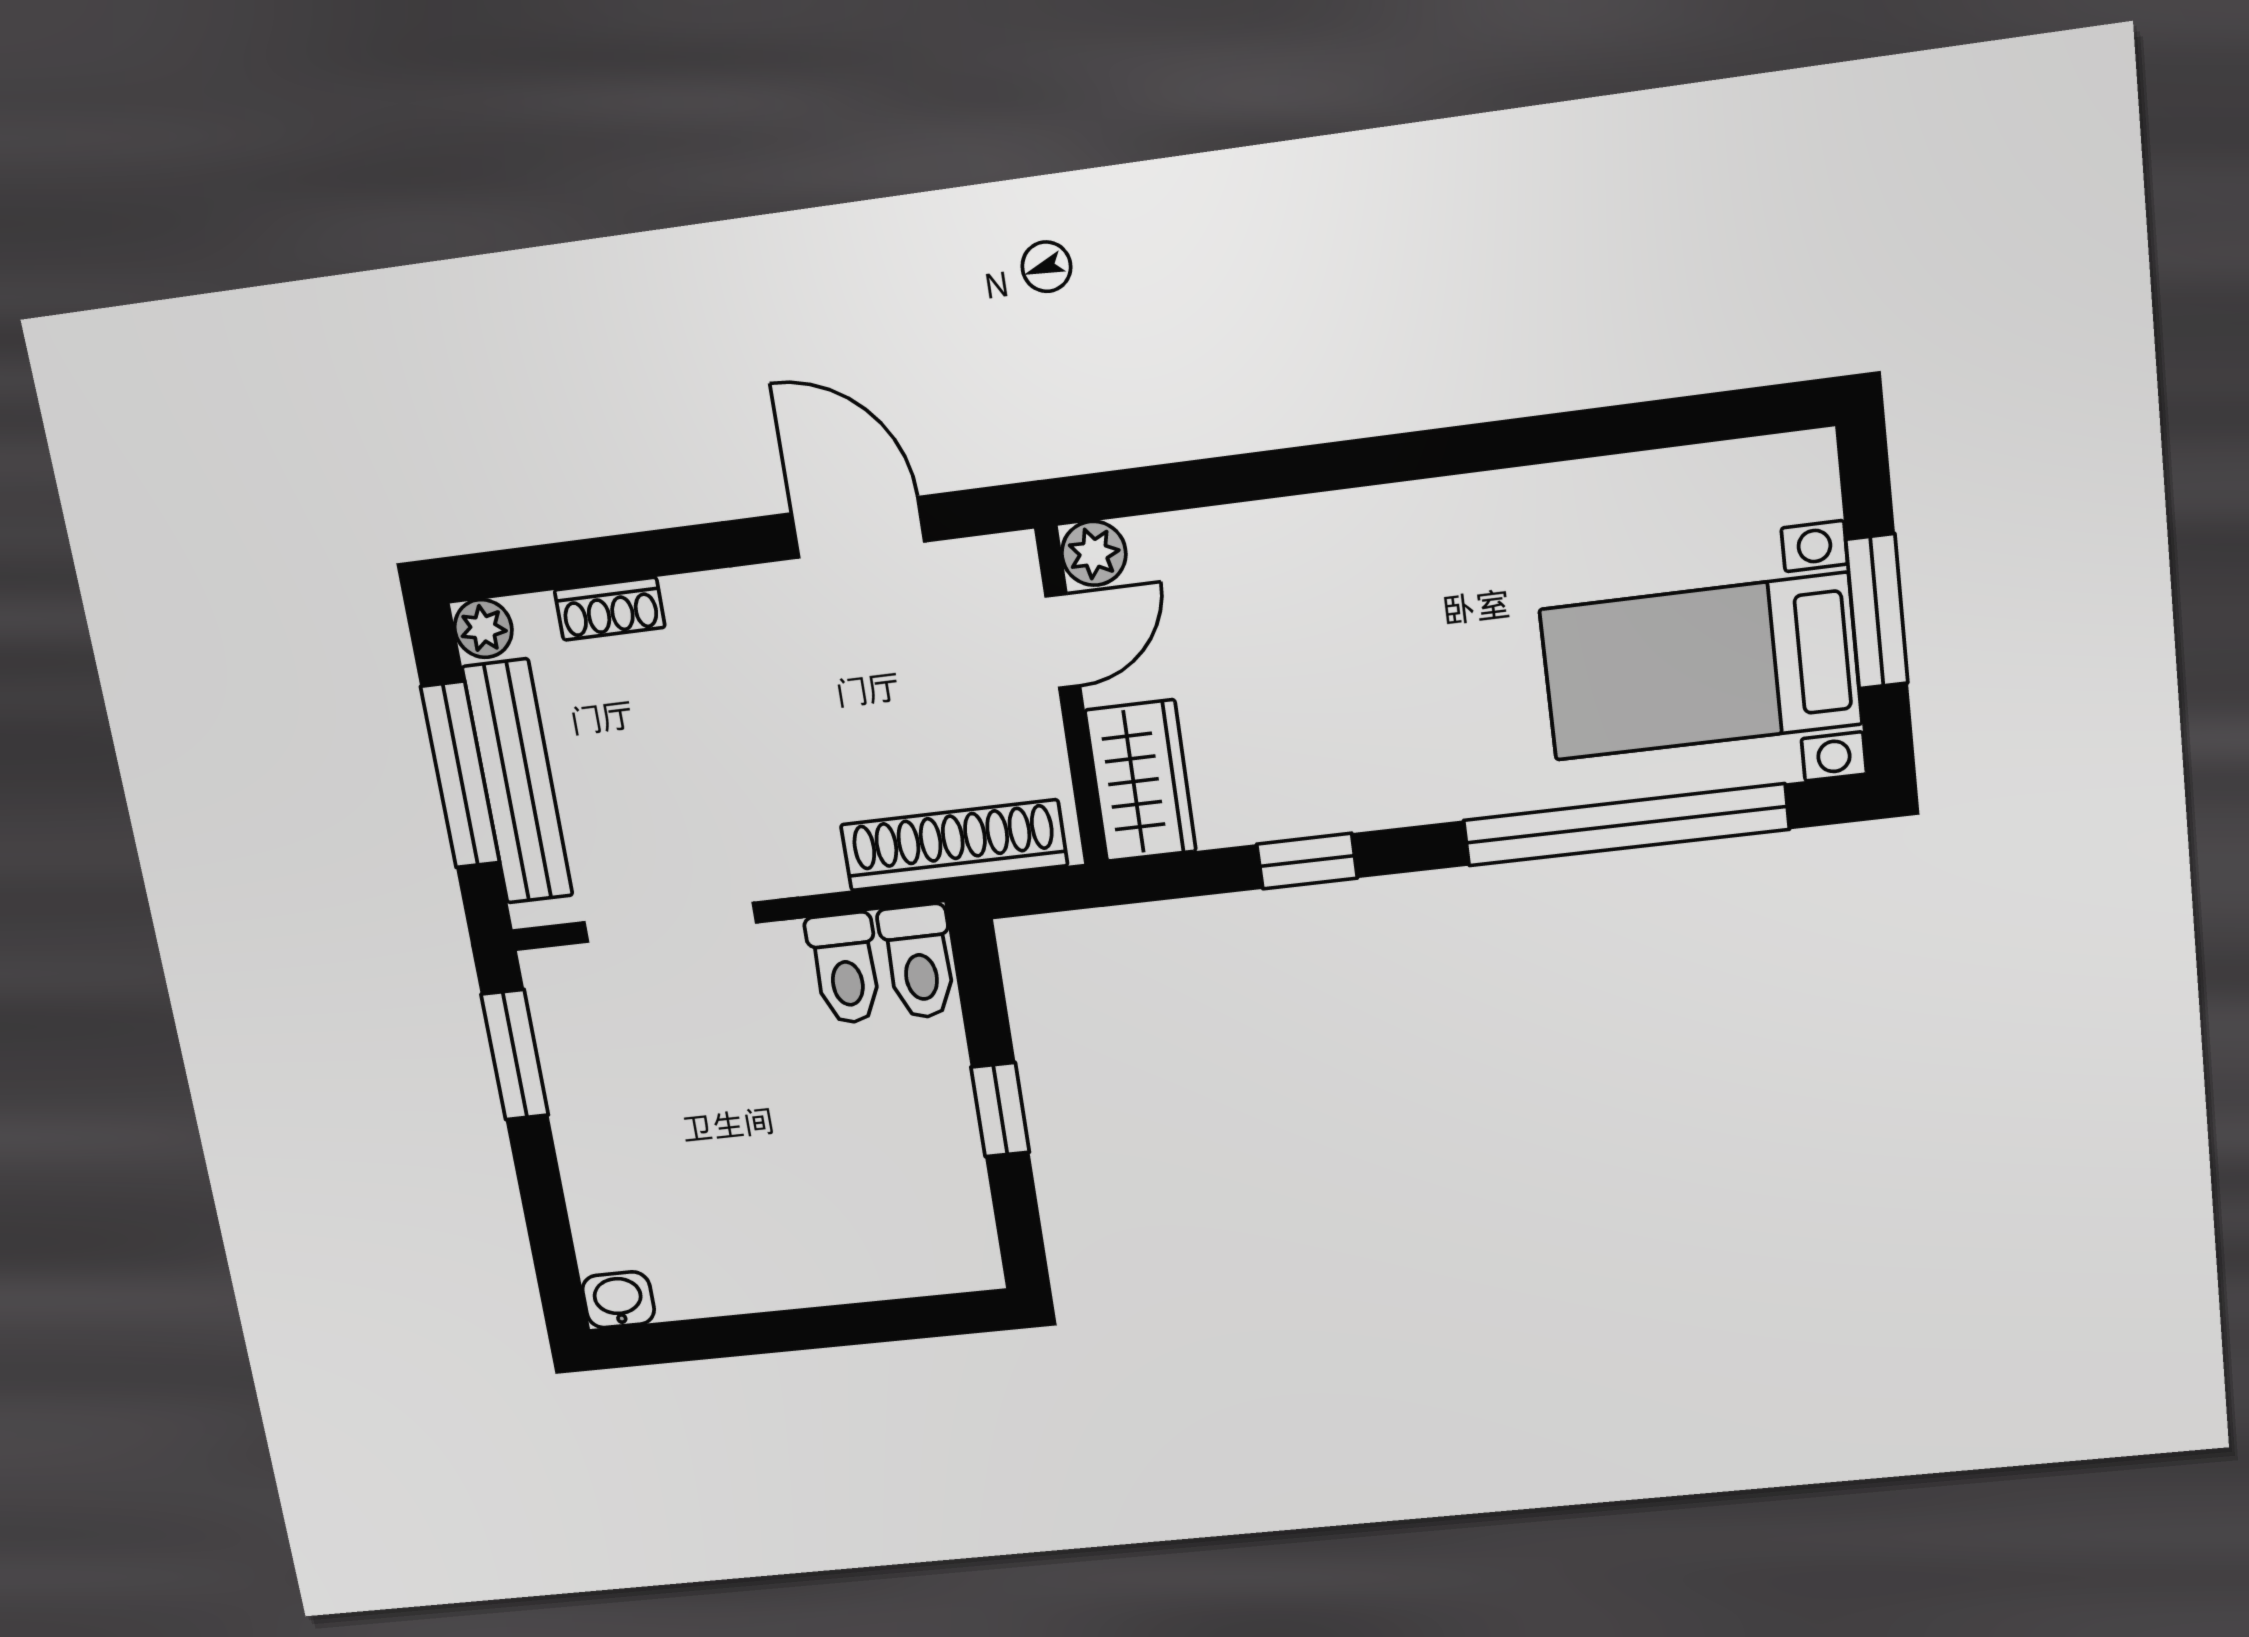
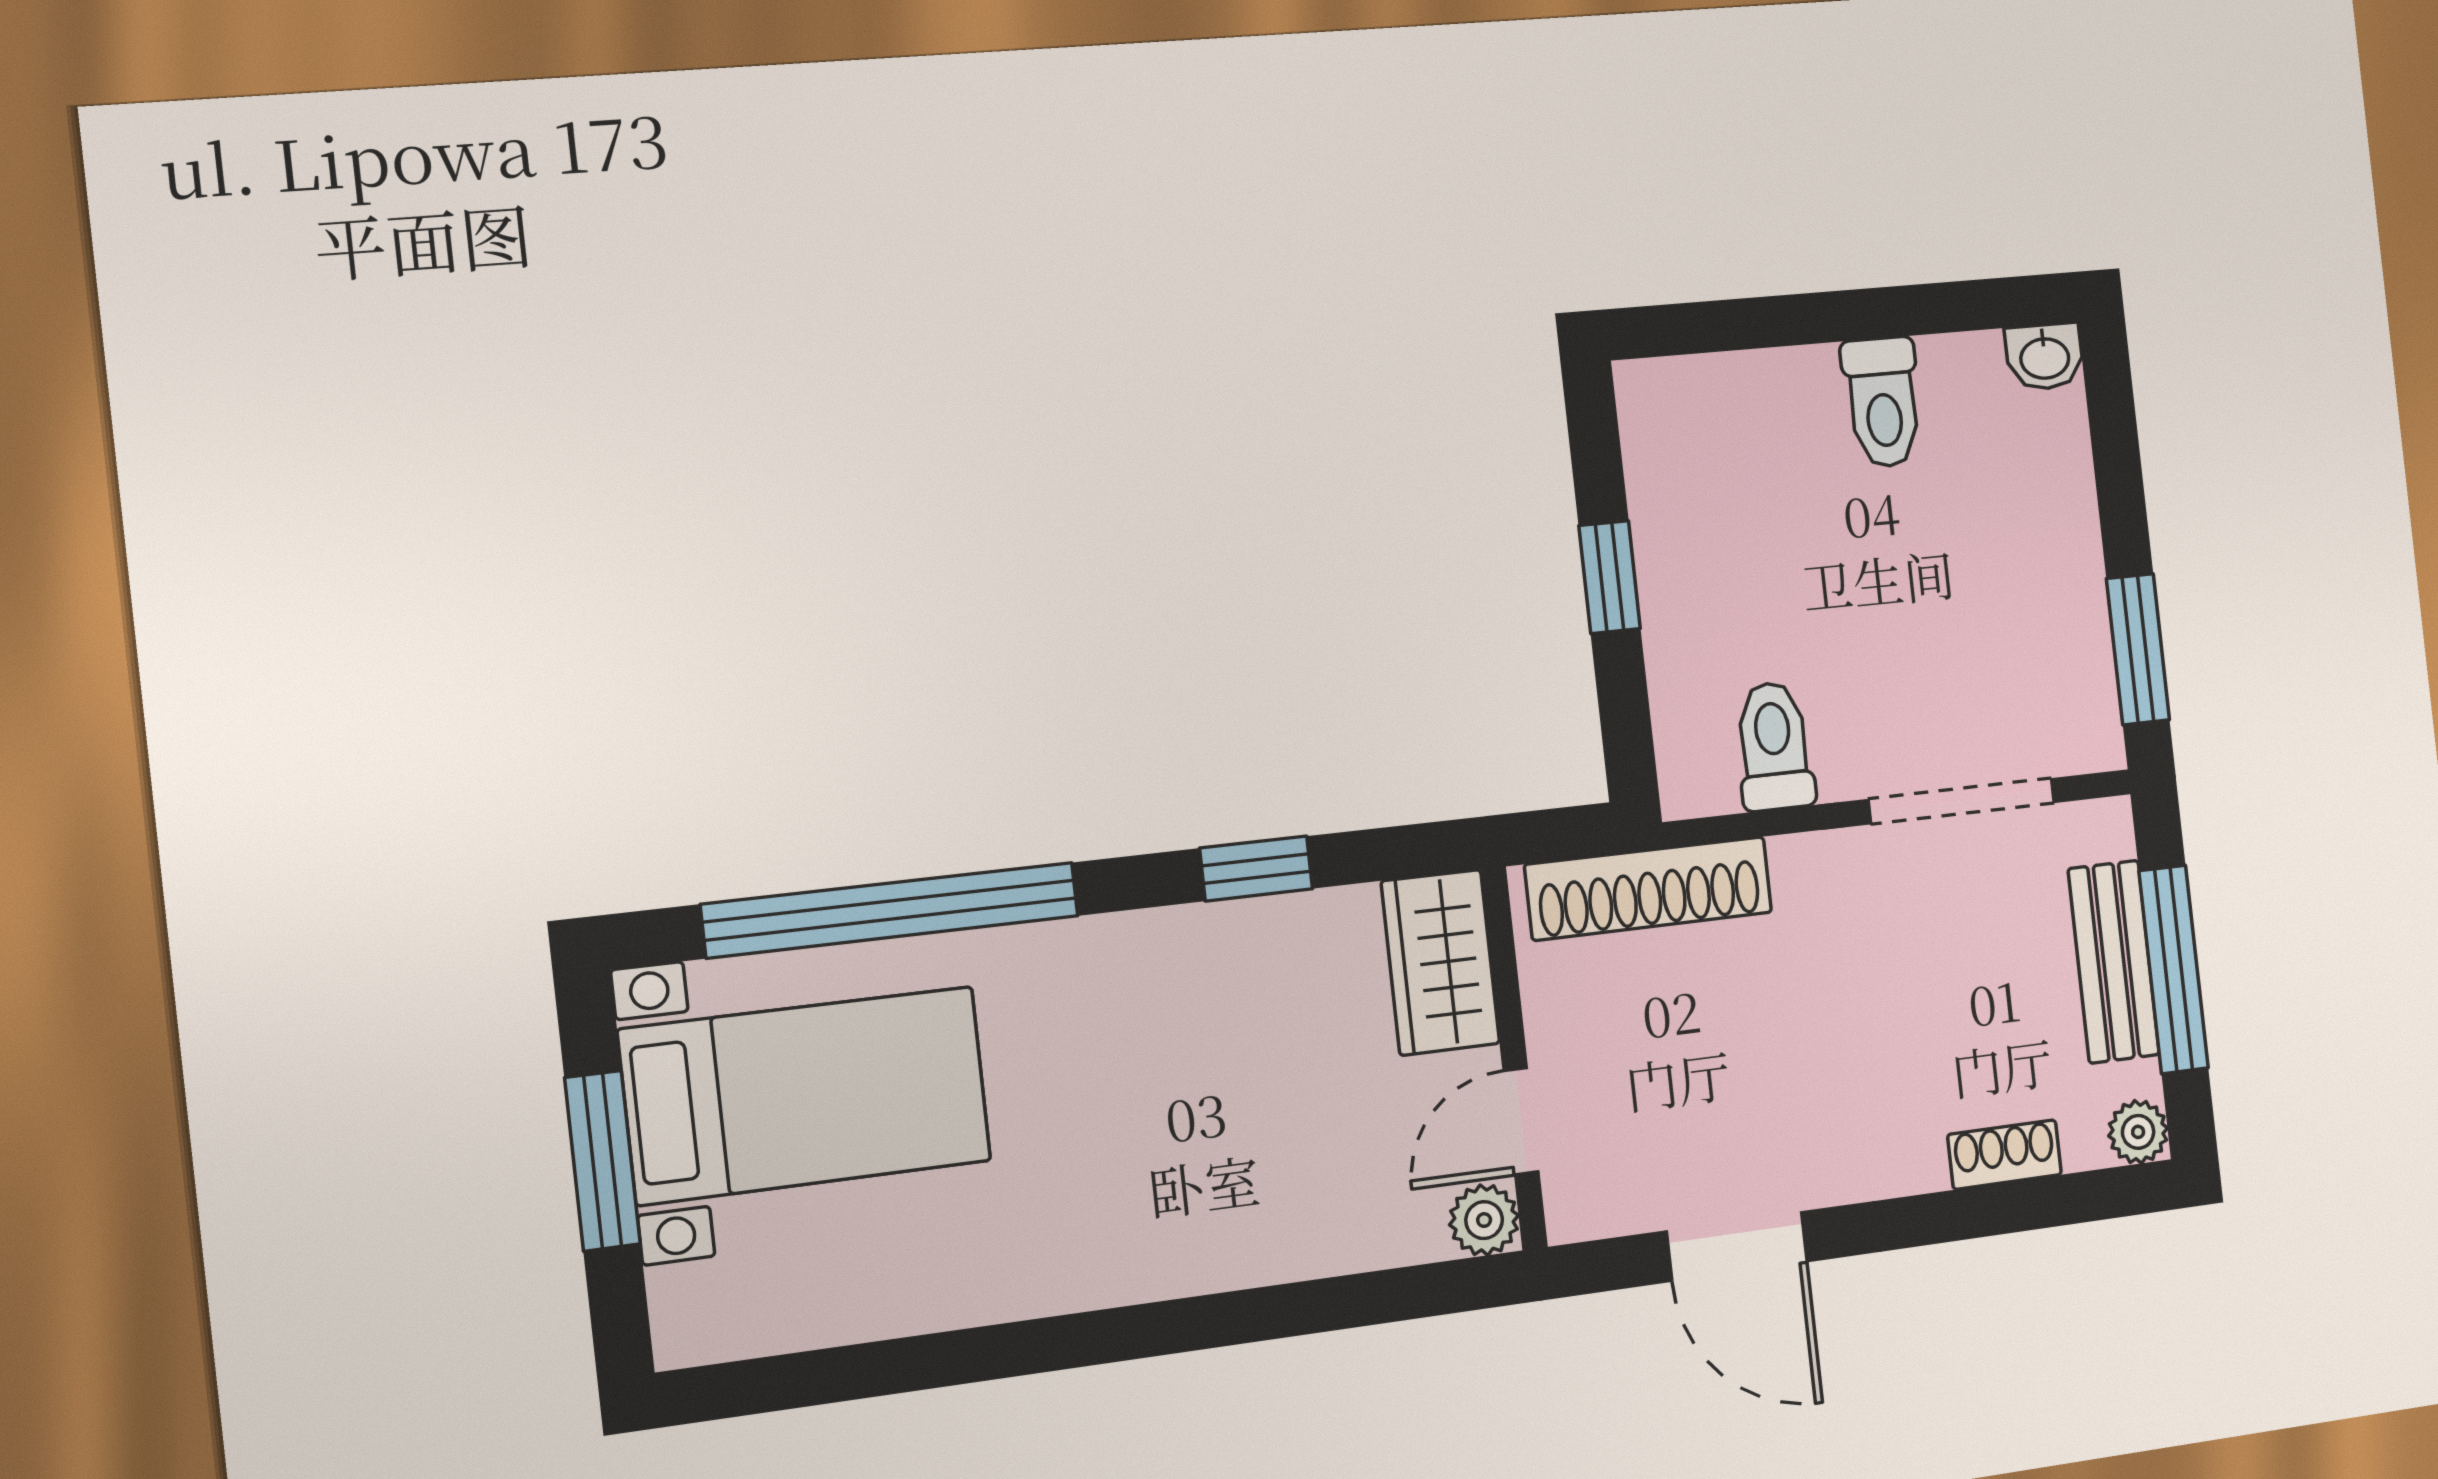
bench: (518, 782) -> (2114, 962), width x0.73
toilet: (919, 962) -> (1883, 402), moved, turned 180

